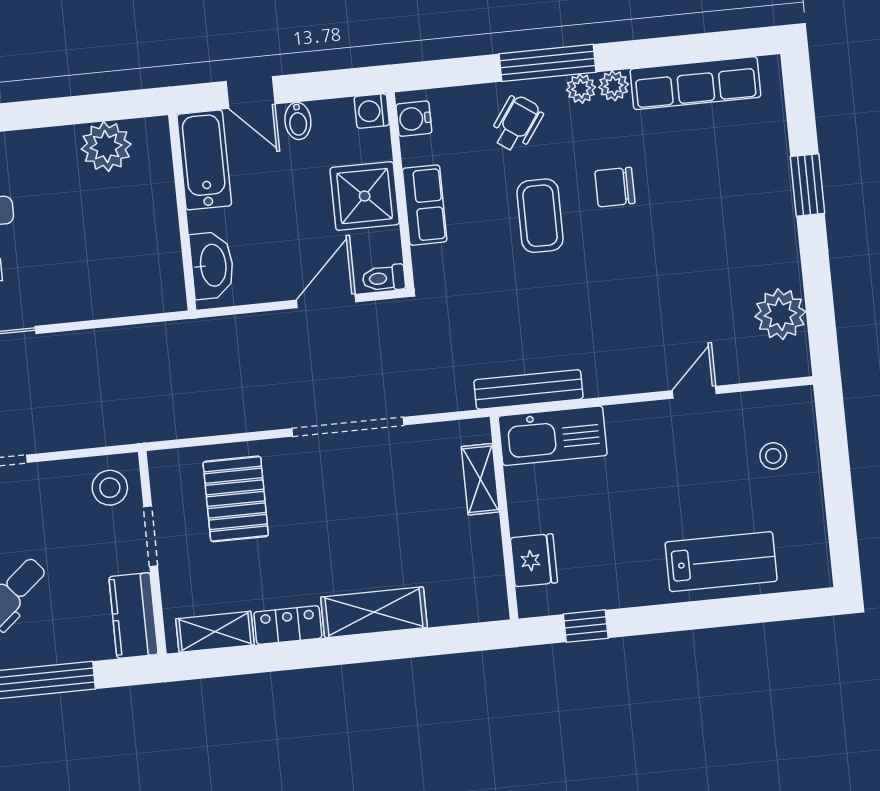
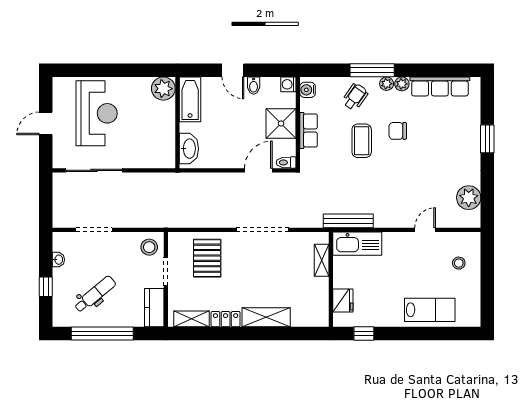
bathtub: (204, 160) -> (190, 99), moved
wall: (182, 212) -> (177, 123), moved
washbasin: (212, 265) -> (189, 149), moved

